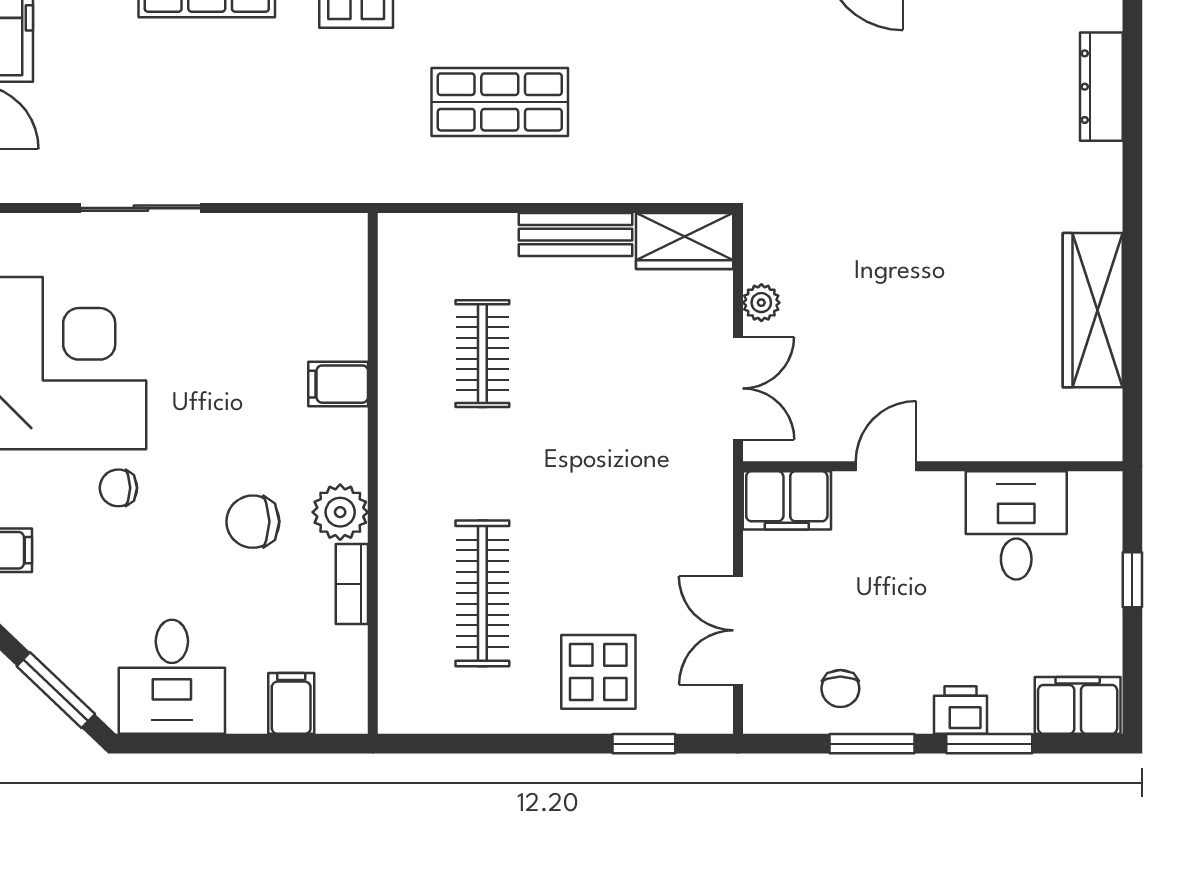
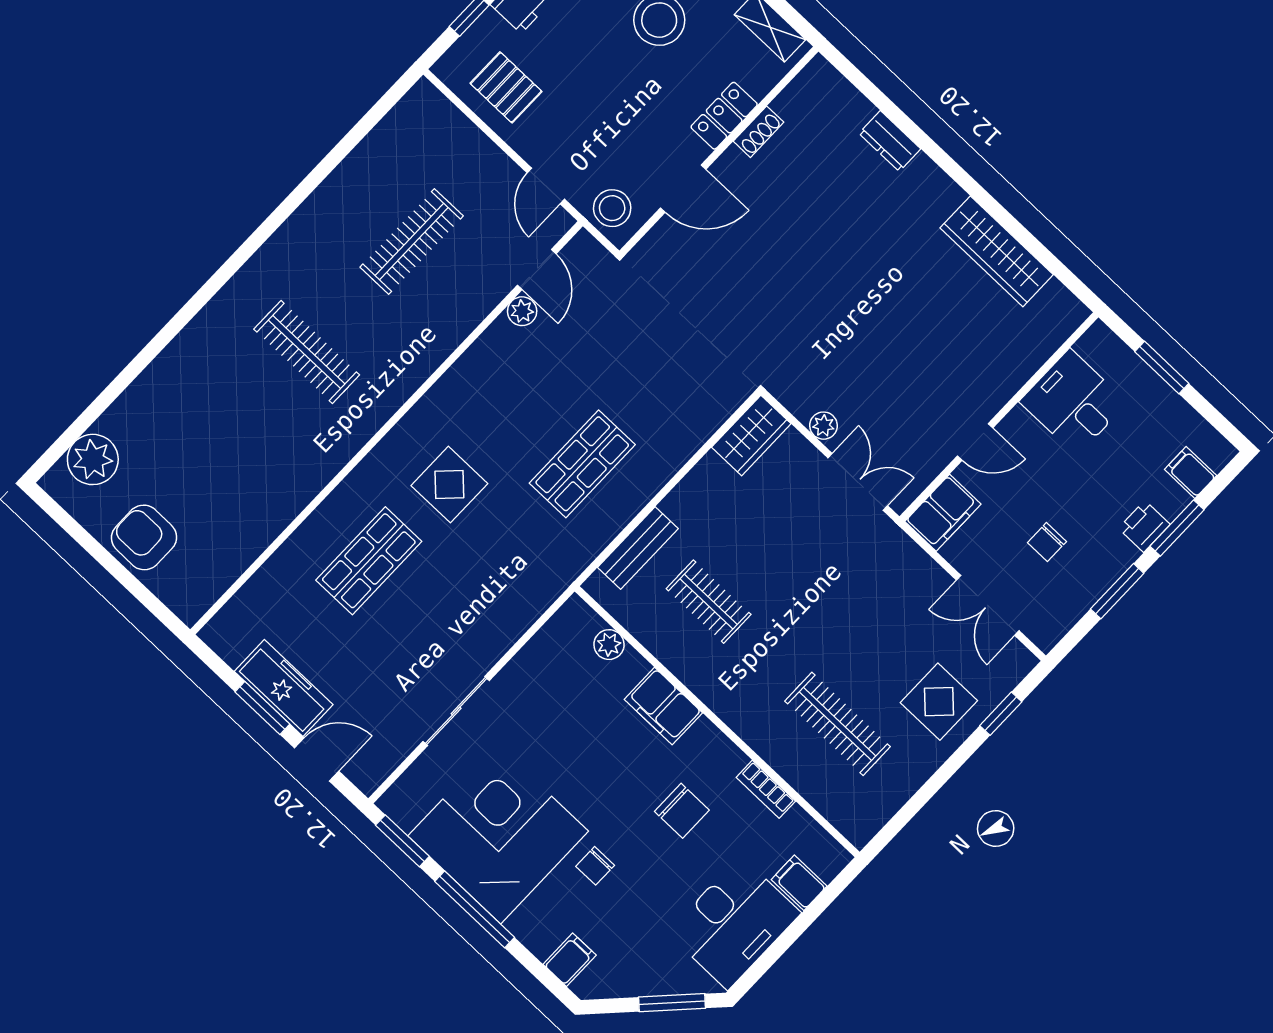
dresser: (1101, 87) -> (890, 141), width x0.70
bench: (576, 235) -> (638, 548), moved
filing cabinet: (338, 384) -> (663, 706), width x2.00
door: (886, 466) -> (975, 442), swing flipped
plant: (340, 512) -> (609, 645), moved, width x0.73, depth x0.73
chair: (253, 522) -> (682, 811), turned -90
window: (1132, 580) -> (1162, 367), width x1.50
desk: (172, 677) -> (734, 923), width x1.37
chair: (840, 689) -> (1047, 542), moved, turned 90
filing cabinet: (1078, 705) -> (1191, 473), width x0.50

